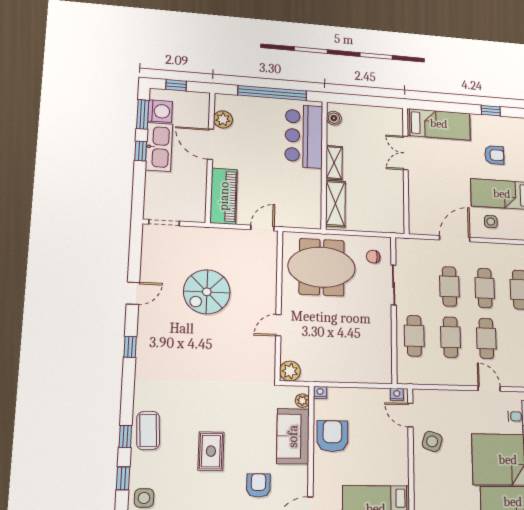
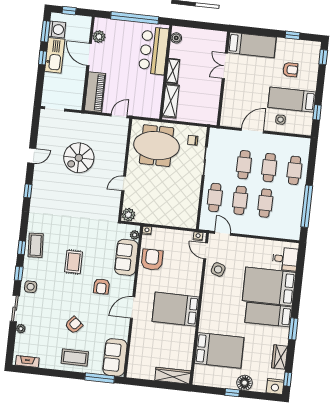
door: (489, 389) -> (223, 233), moved
armchair: (258, 485) -> (102, 286), turned 180

